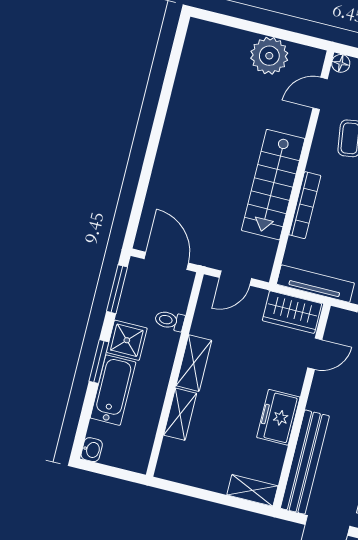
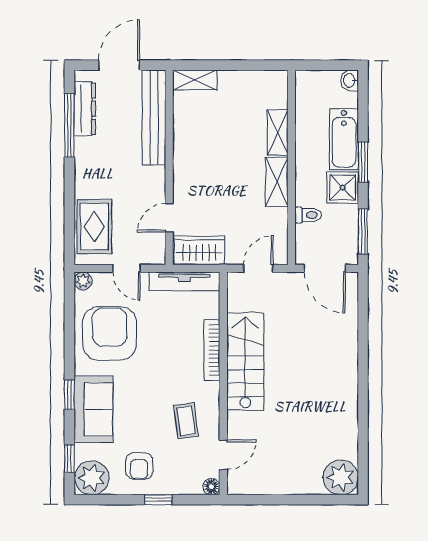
plant: (269, 56) -> (341, 477), moved
freezer: (278, 417) -> (188, 152), removed

